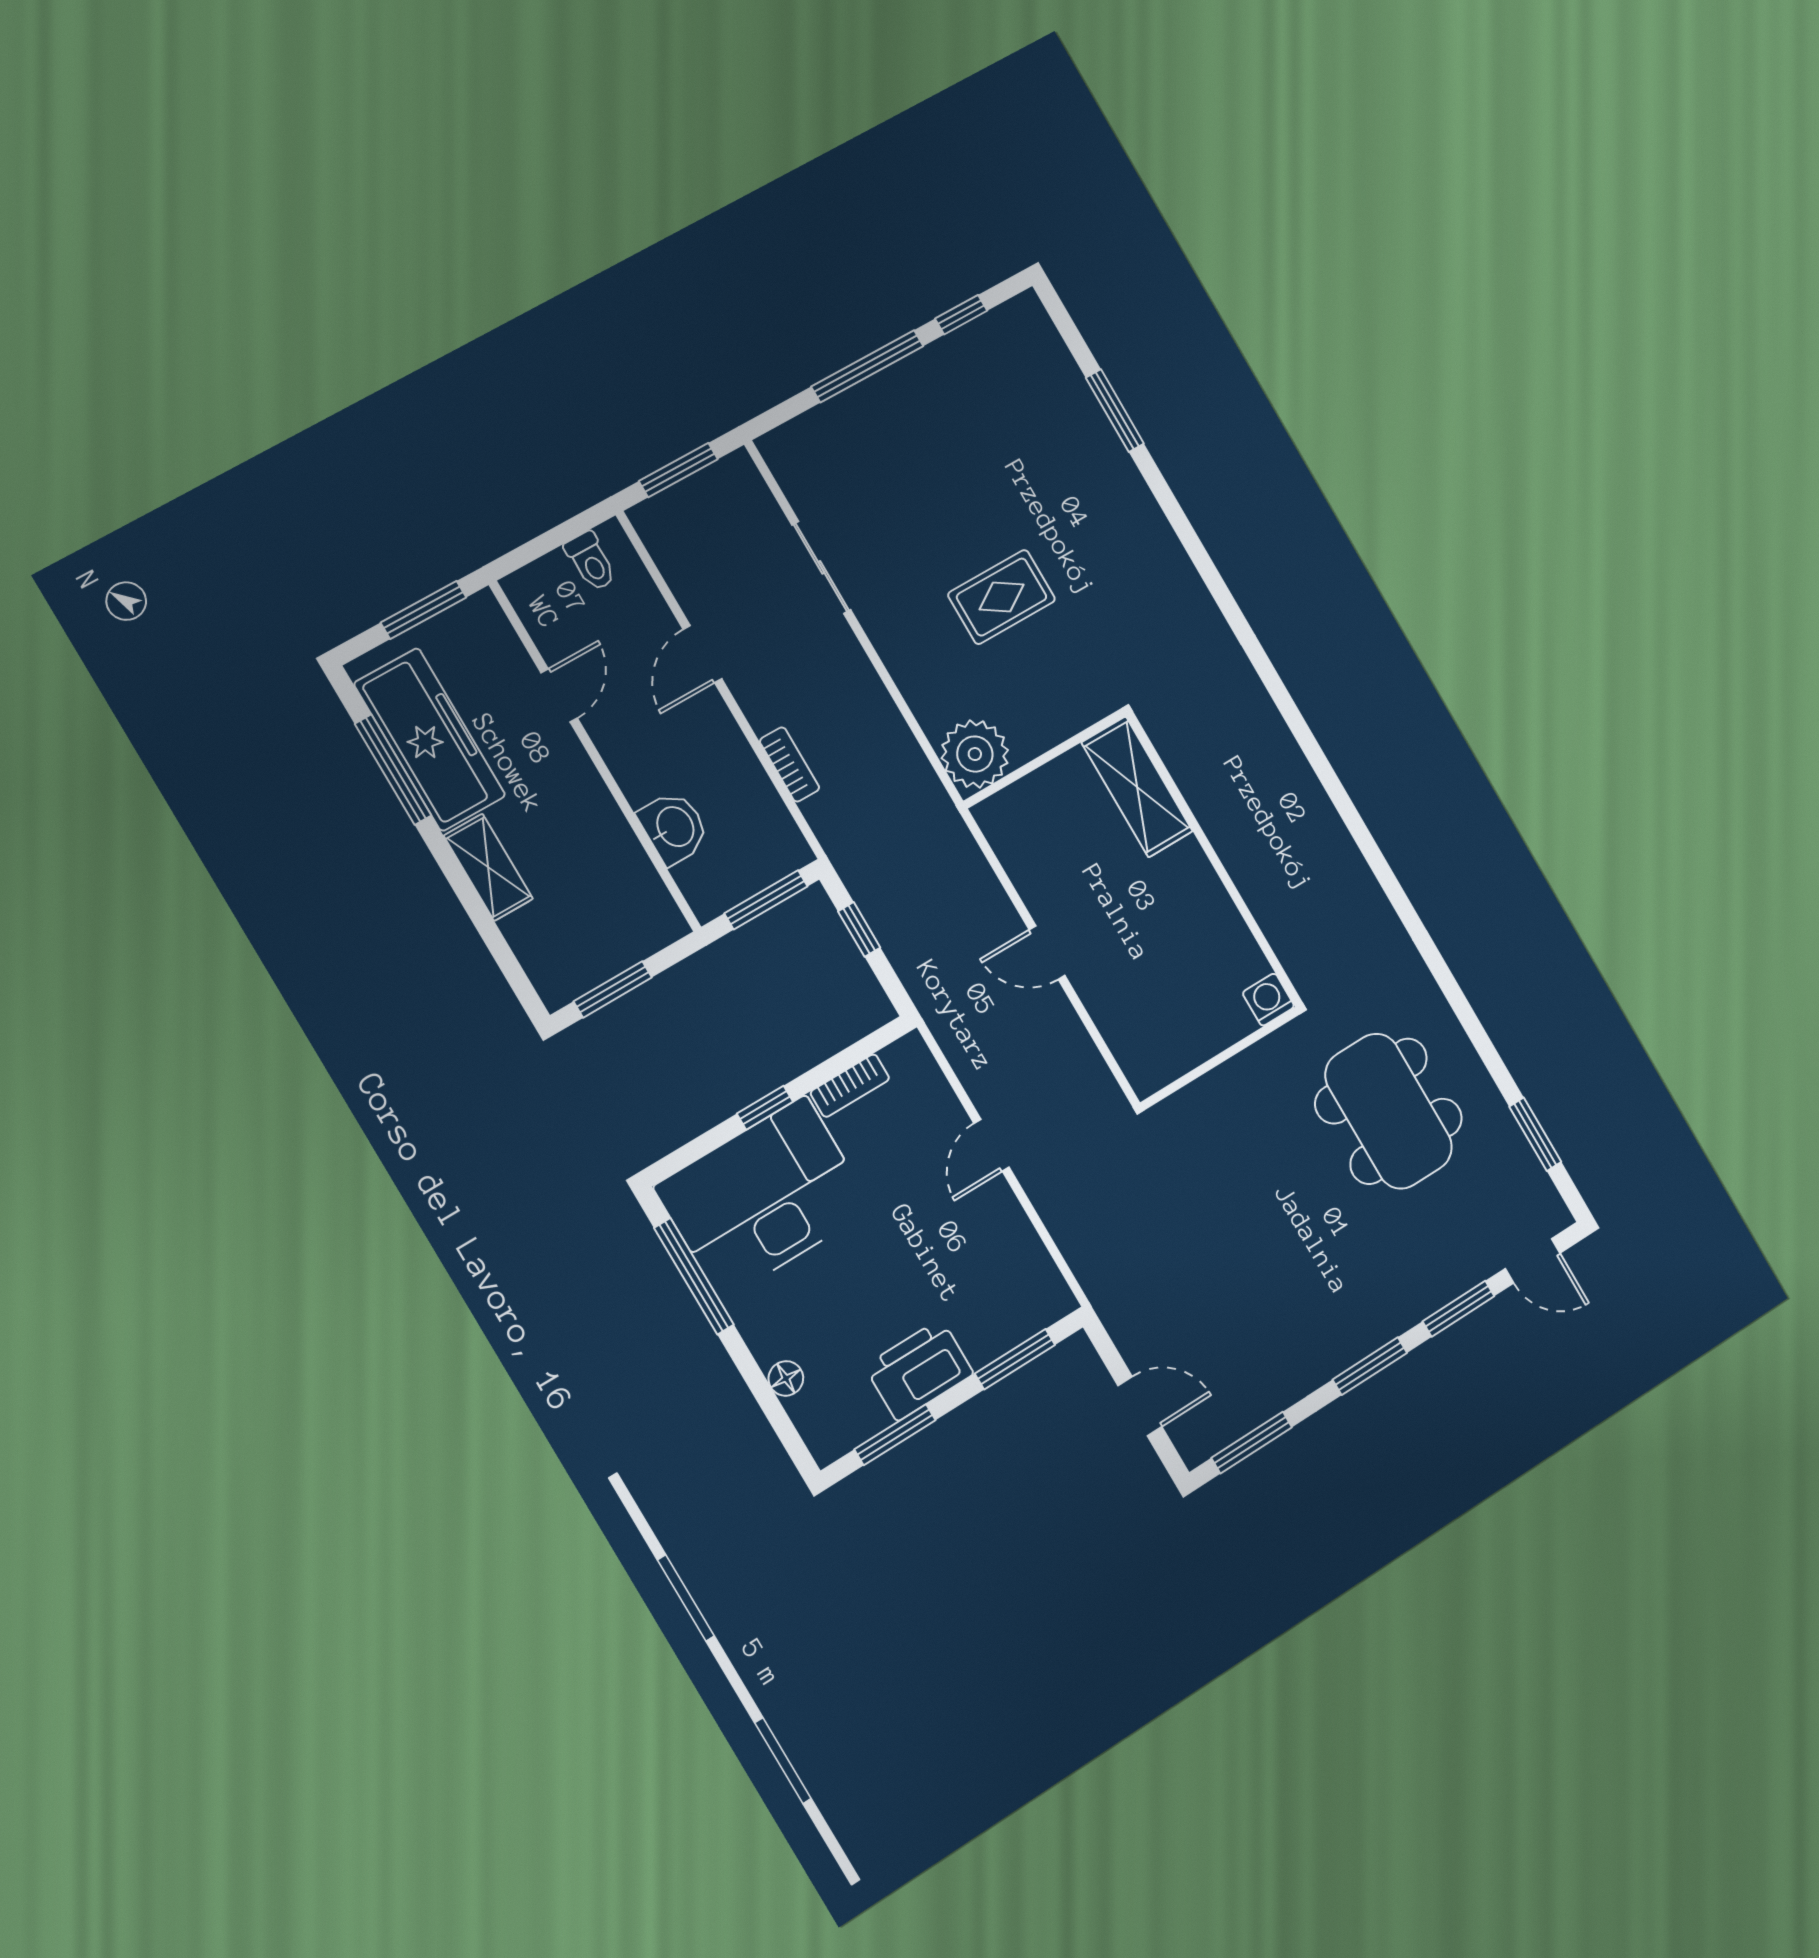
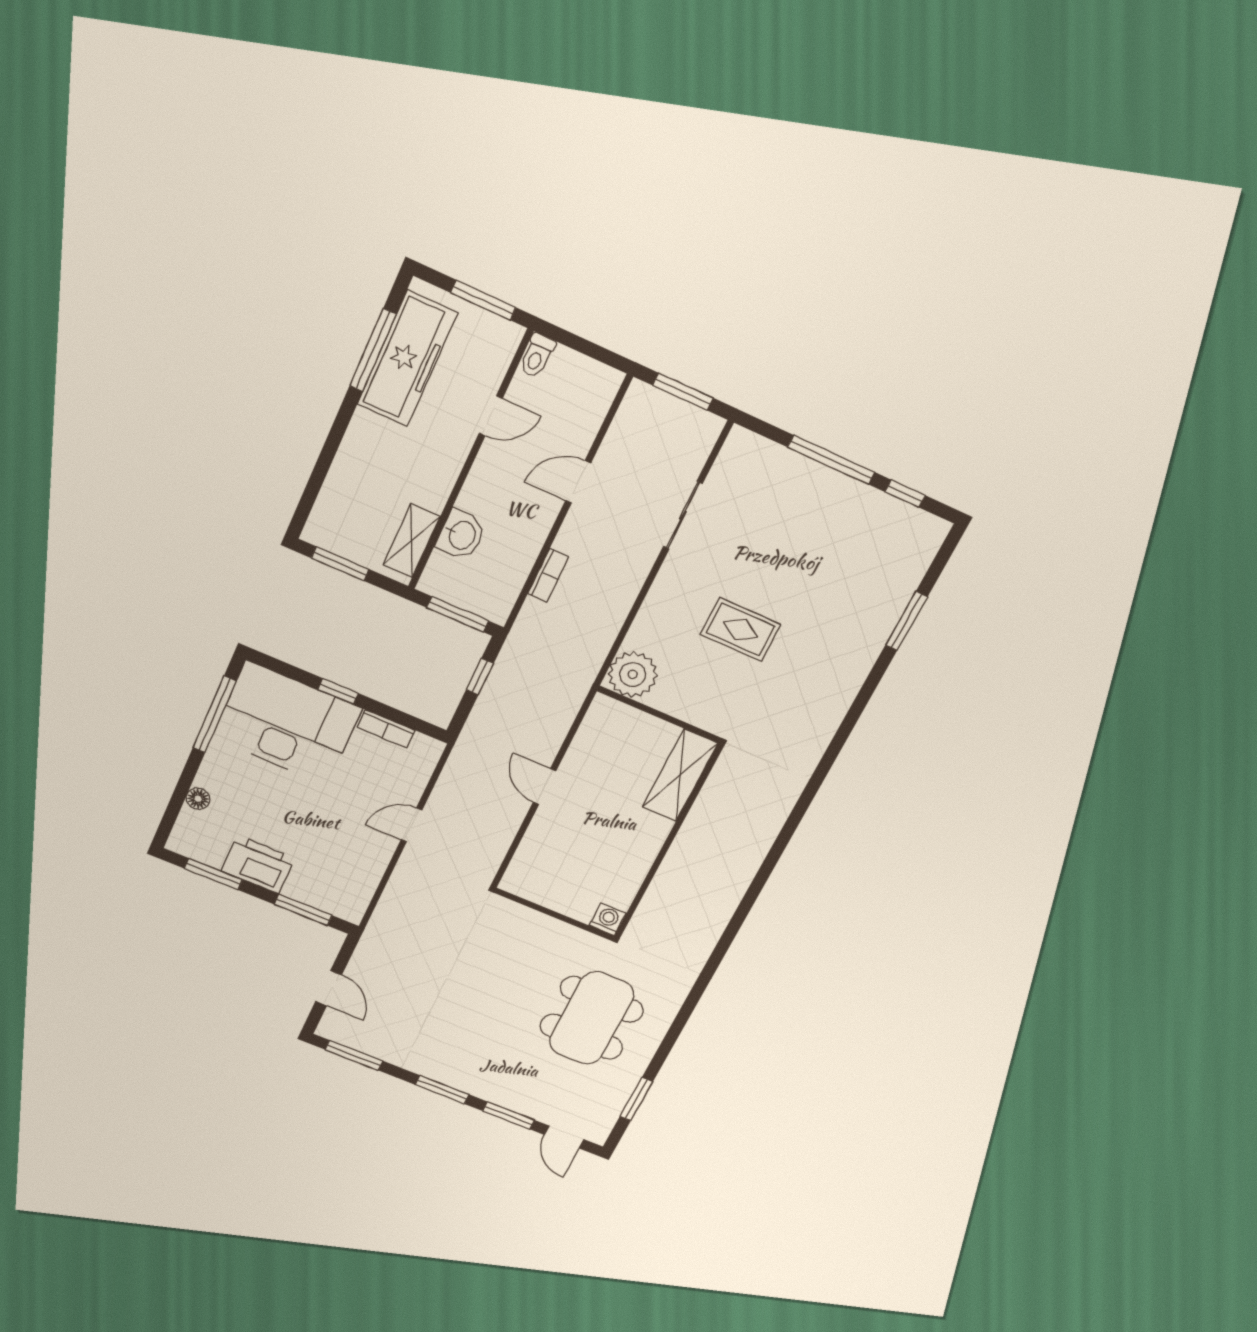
toilet: (591, 561) -> (537, 356), moved
shelving: (488, 867) -> (412, 541), moved

